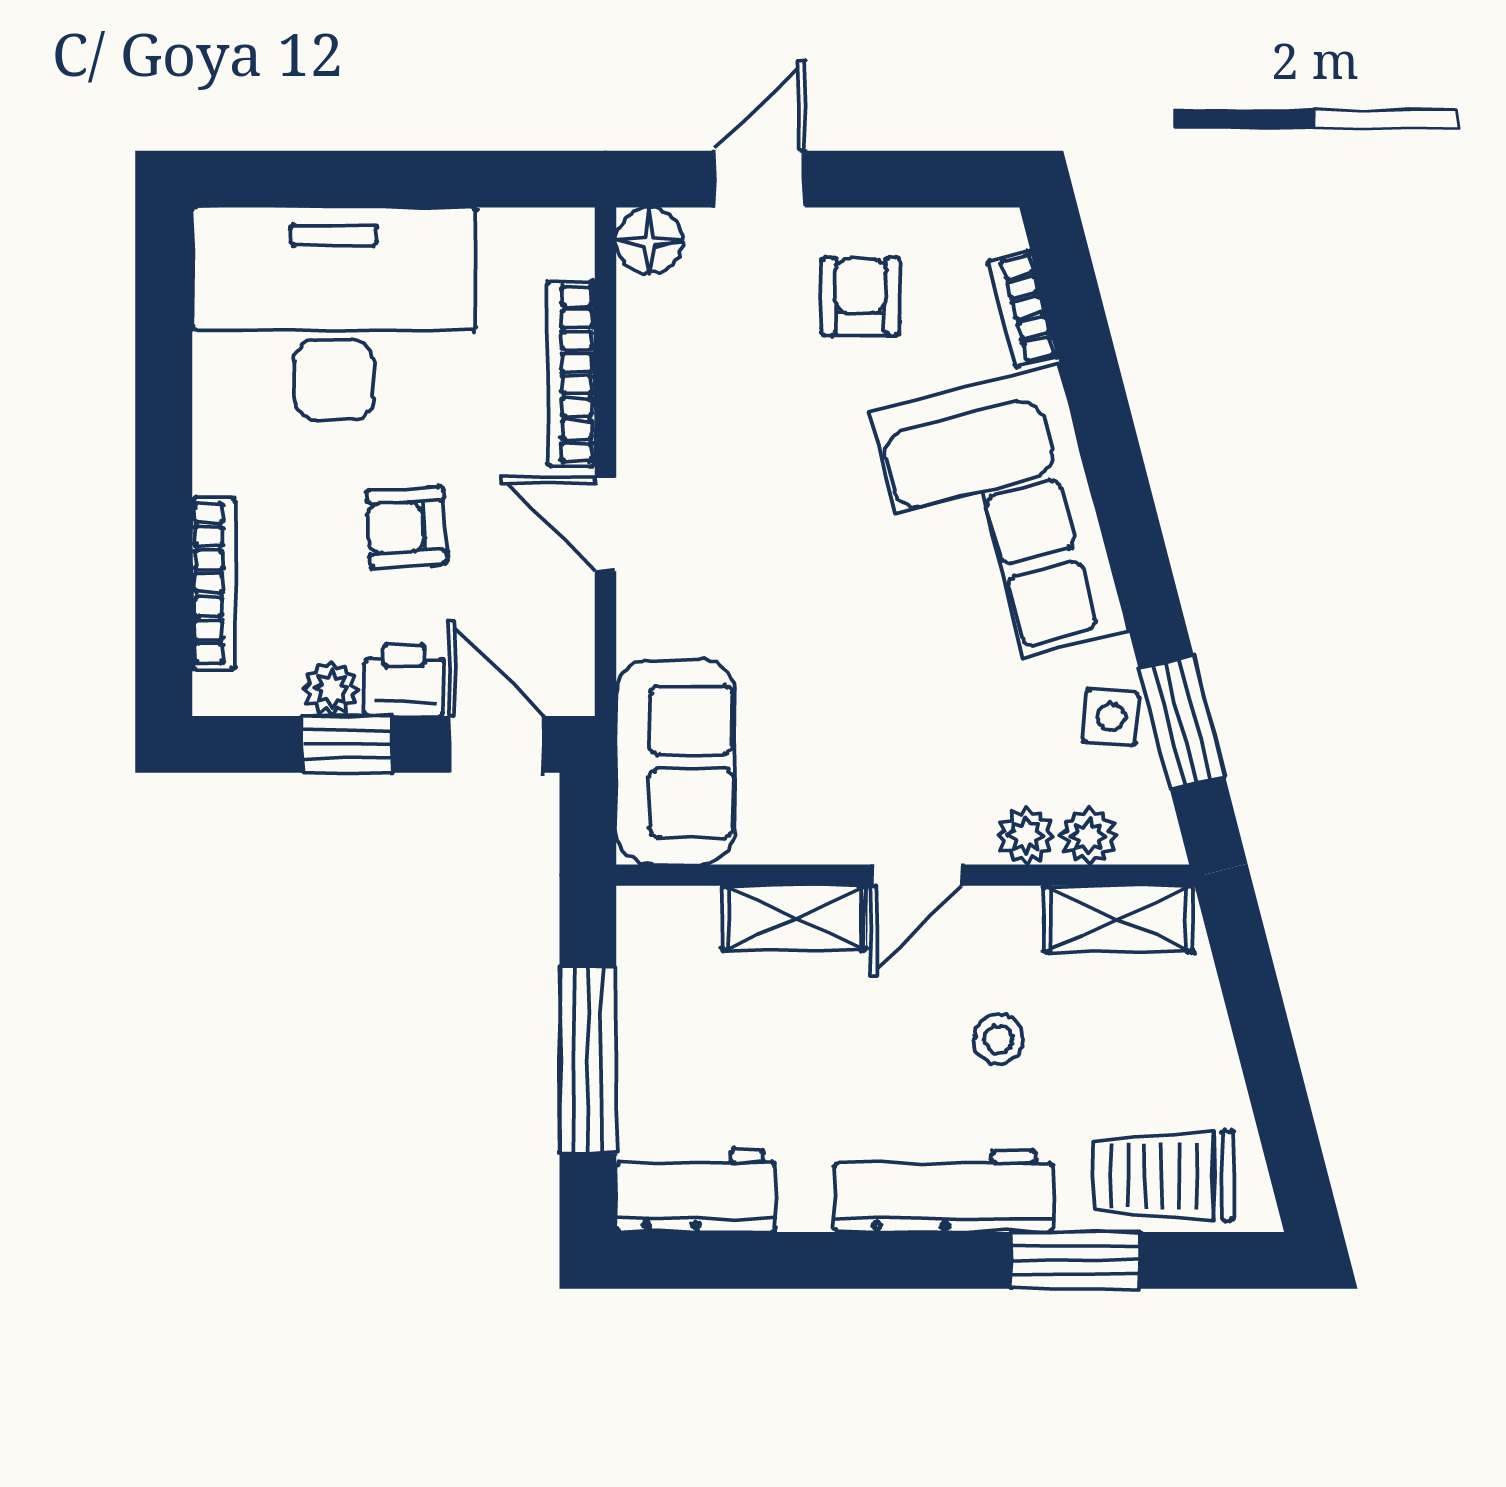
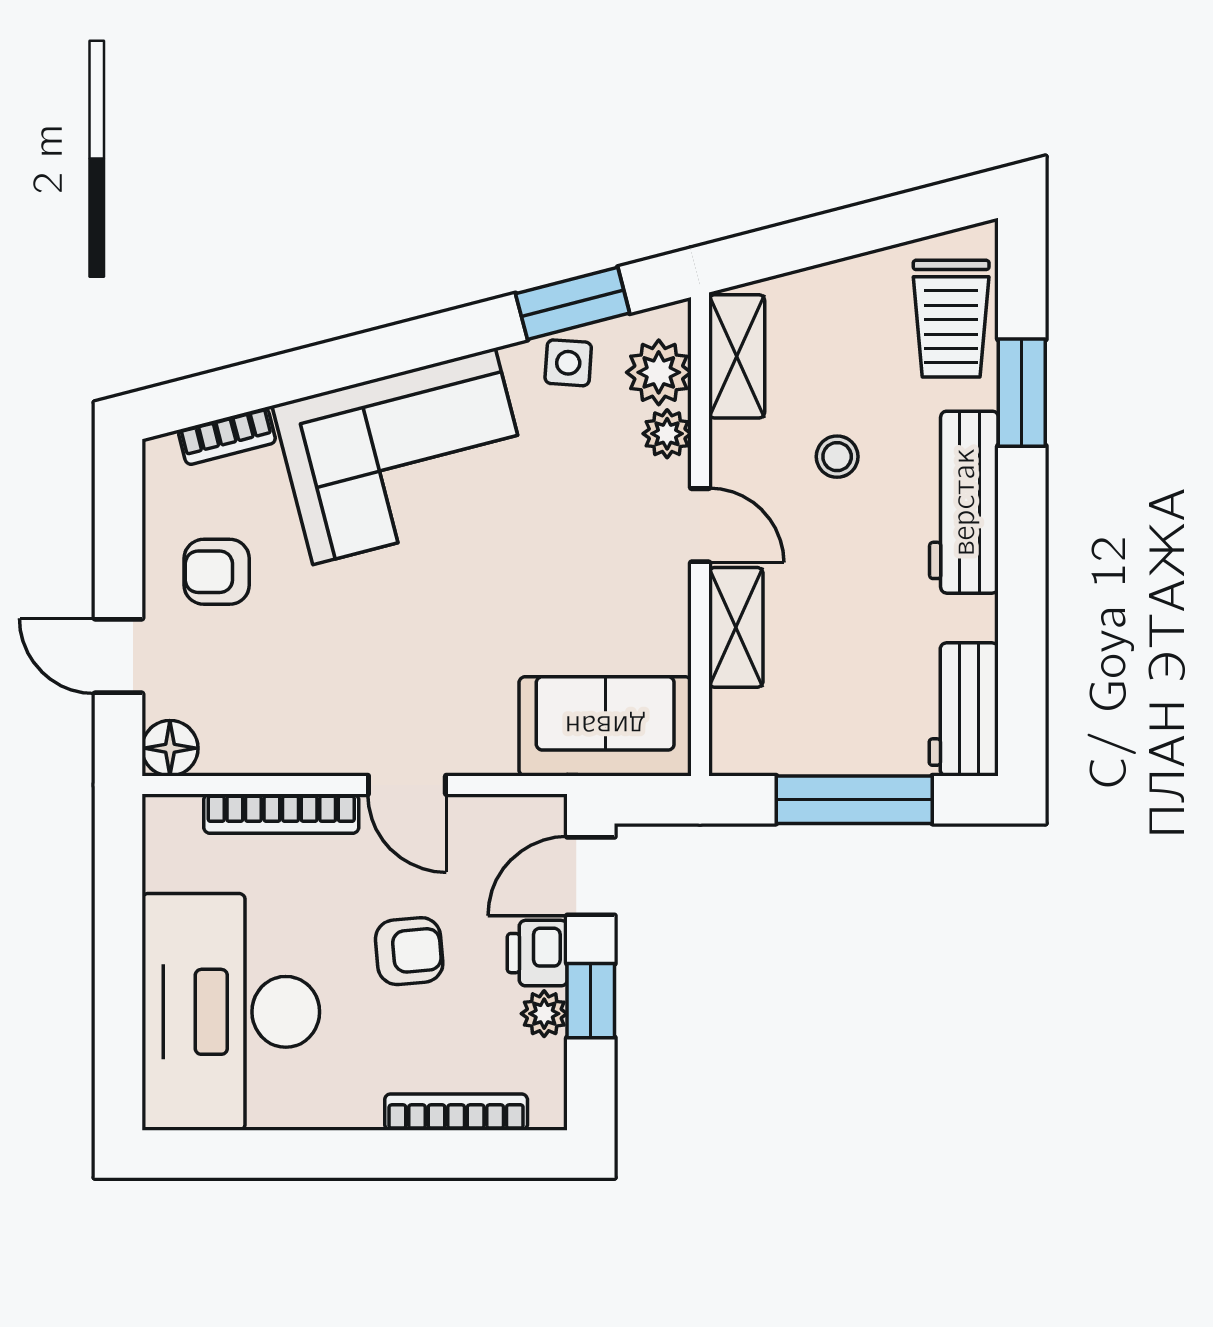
door: (605, 524) -> (407, 785), hinge flipped
armchair: (406, 527) -> (409, 951), turned -92
plant: (1089, 836) -> (659, 372), width x1.38, depth x1.38

